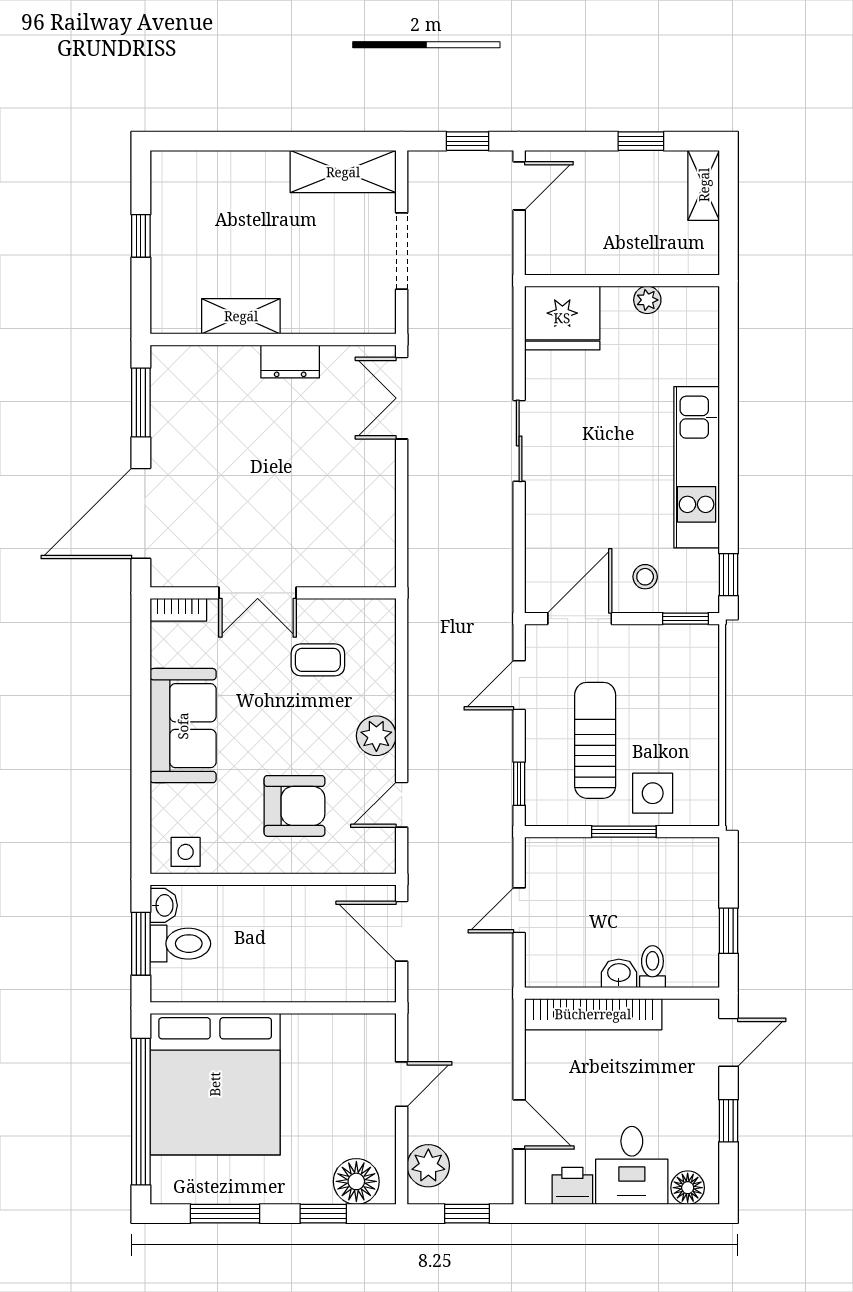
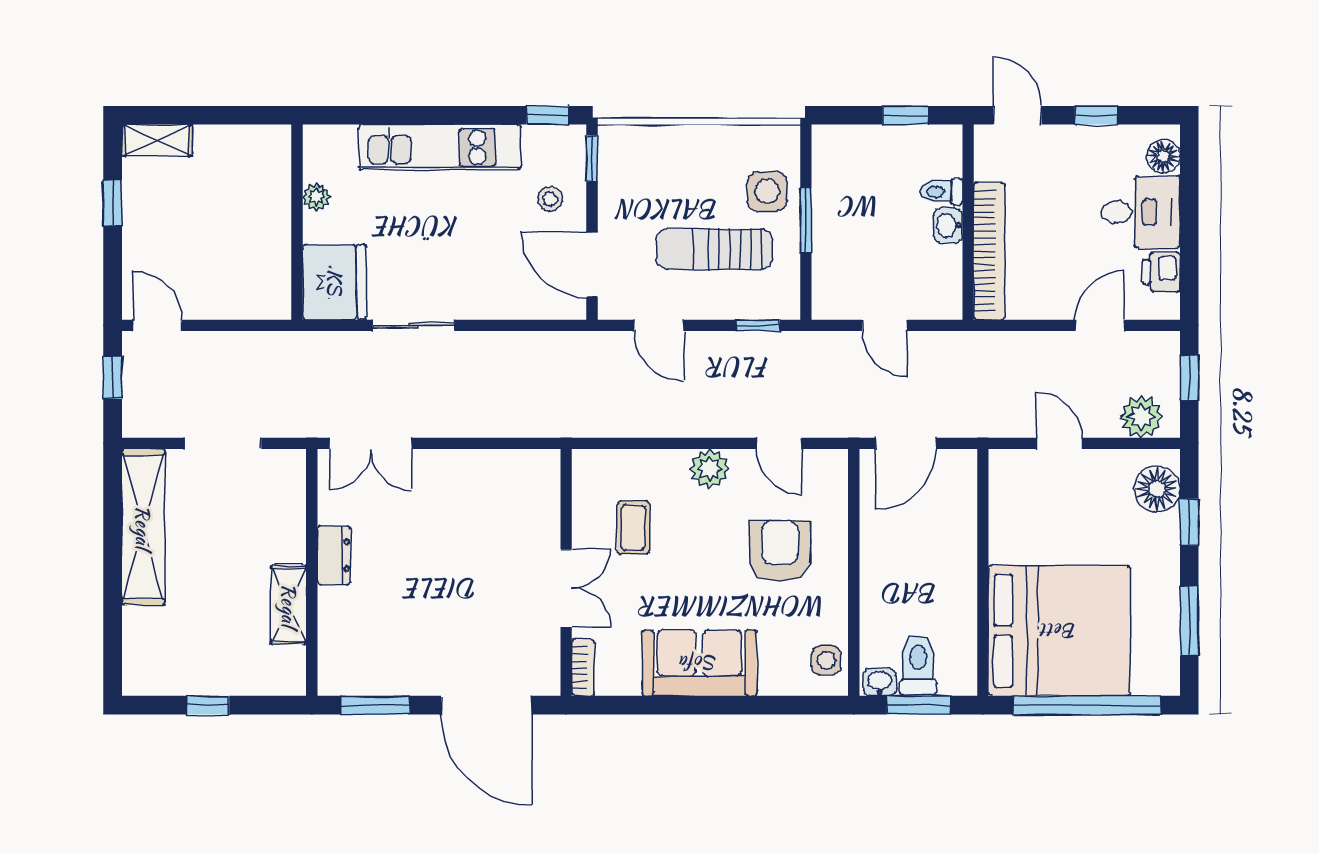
shelving: (343, 172) -> (143, 527), width x1.47
wall: (622, 281) -> (297, 222), moved
plant: (647, 300) -> (316, 197), moved
fridge: (562, 318) -> (335, 282), moved

